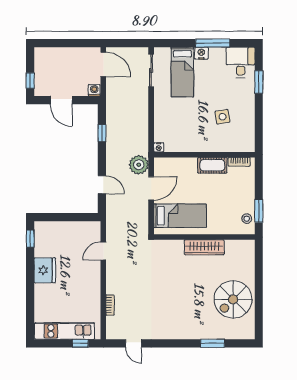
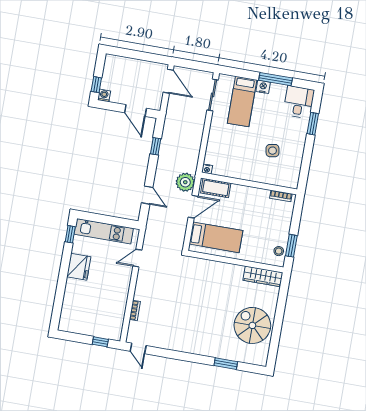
washing machine: (94, 90) -> (104, 95), moved
door: (61, 100) -> (135, 110), moved
cot: (212, 165) -> (216, 188), moved
wardrobe: (204, 247) -> (263, 276), moved
spiral stairs: (233, 299) -> (252, 325), turned 90
kitchen unit: (65, 331) -> (104, 231), moved, turned 180
door: (134, 343) -> (138, 348), moved

